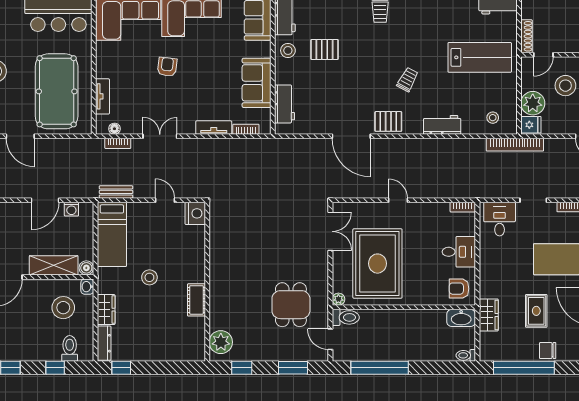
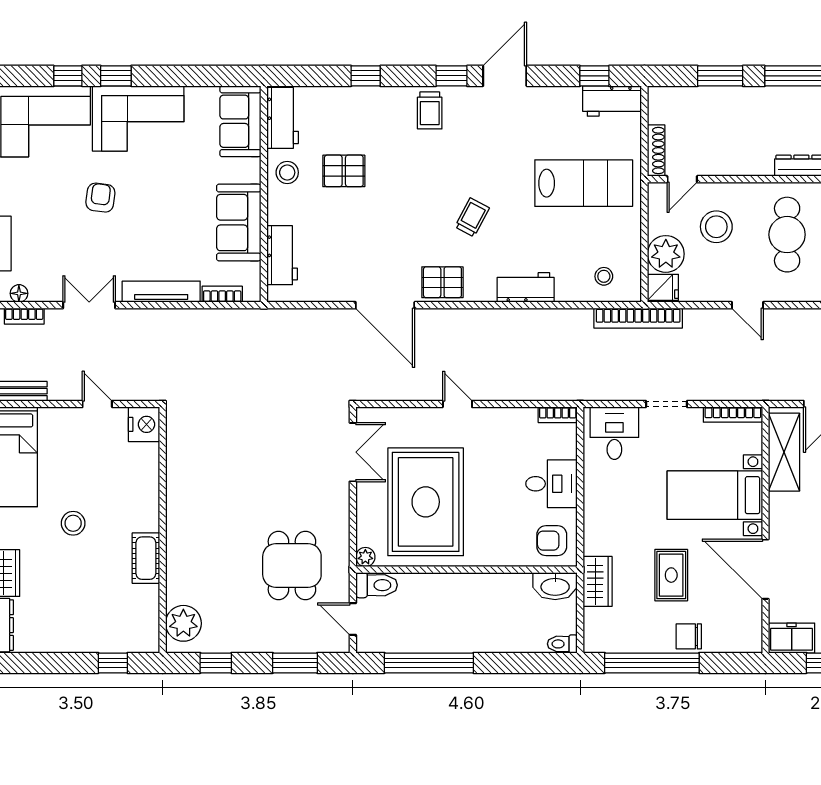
tv unit: (214, 128) -> (161, 292), width x1.41
window: (121, 368) -> (113, 663), moved

